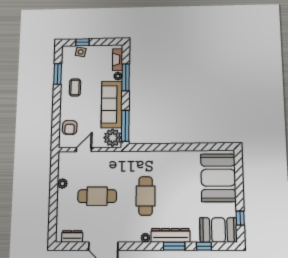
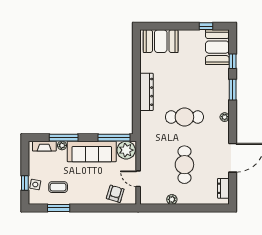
coffee table: (75, 87) -> (58, 187), moved
armchair: (70, 127) -> (115, 194), turned -75
booth: (218, 178) -> (161, 41), width x0.73, depth x0.70
dresser: (170, 235) -> (146, 92), moved, turned 180

